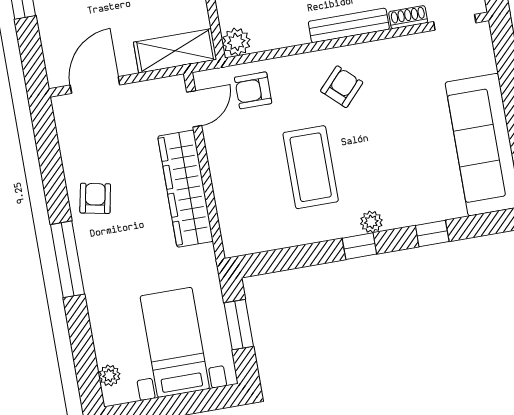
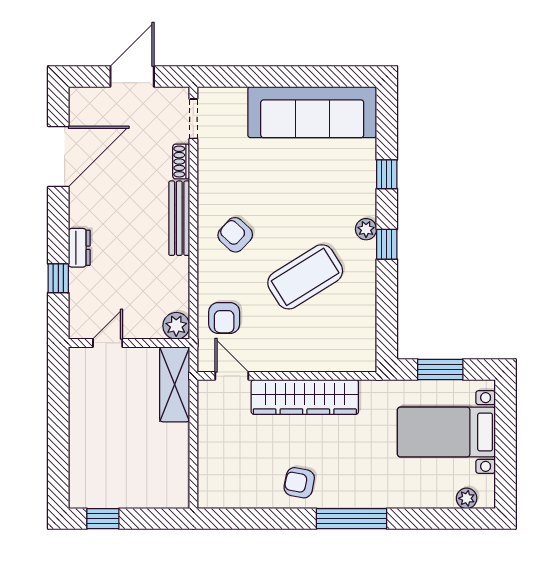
door: (95, 85) -> (193, 465), removed
coffee table: (311, 167) -> (305, 277), turned -32

